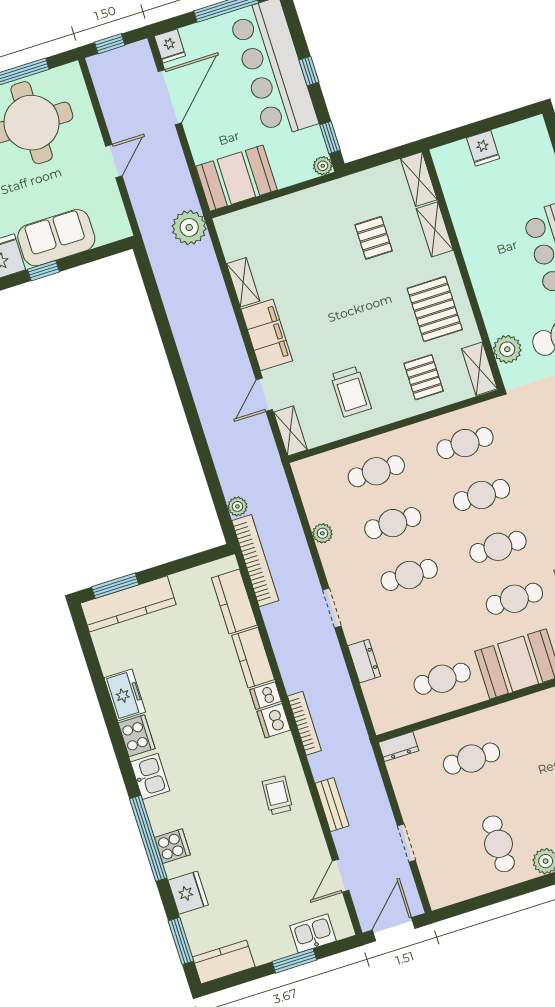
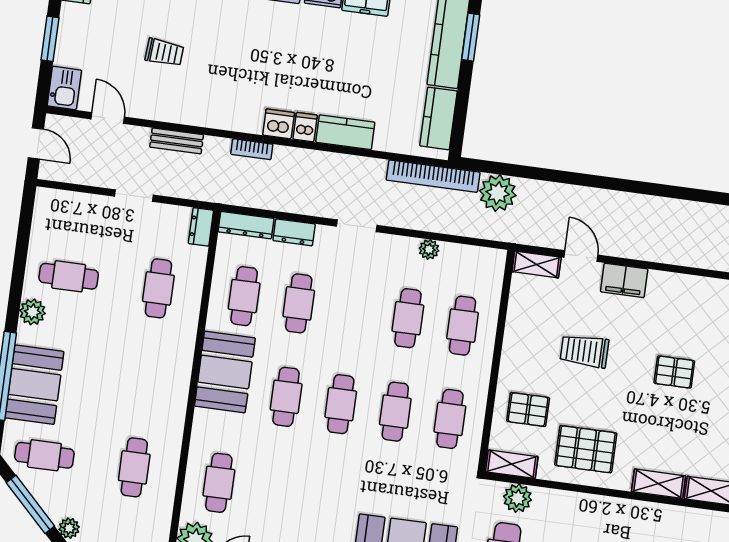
pallet: (374, 238) -> (674, 372), moved
shelving: (243, 282) -> (693, 285), removed
filing cabinet: (267, 335) -> (624, 280), width x0.67, depth x0.86
trolley: (351, 392) -> (584, 351), moved
plant: (237, 506) -> (498, 193), width x1.87, depth x1.87
cafe table: (409, 575) -> (299, 303), moved
kitchen counter: (234, 602) -> (438, 118), moved, turned -90
dresser: (378, 707) -> (246, 225), added
bookcase: (304, 723) -> (252, 149), width x0.64
trolley: (277, 796) -> (164, 52), moved
doorway: (406, 843) -> (134, 196), moved
door: (394, 929) -> (36, 143), width x0.73
kitchen sink: (313, 933) -> (64, 88), moved

